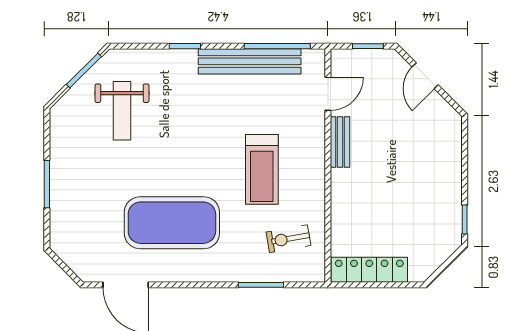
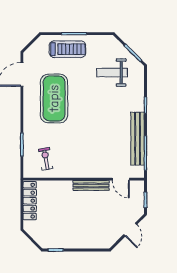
door: (425, 76) -> (130, 230), swing flipped
bench: (340, 142) -> (91, 185), width x1.36
treadmill: (262, 169) -> (68, 49), moved, turned 180

